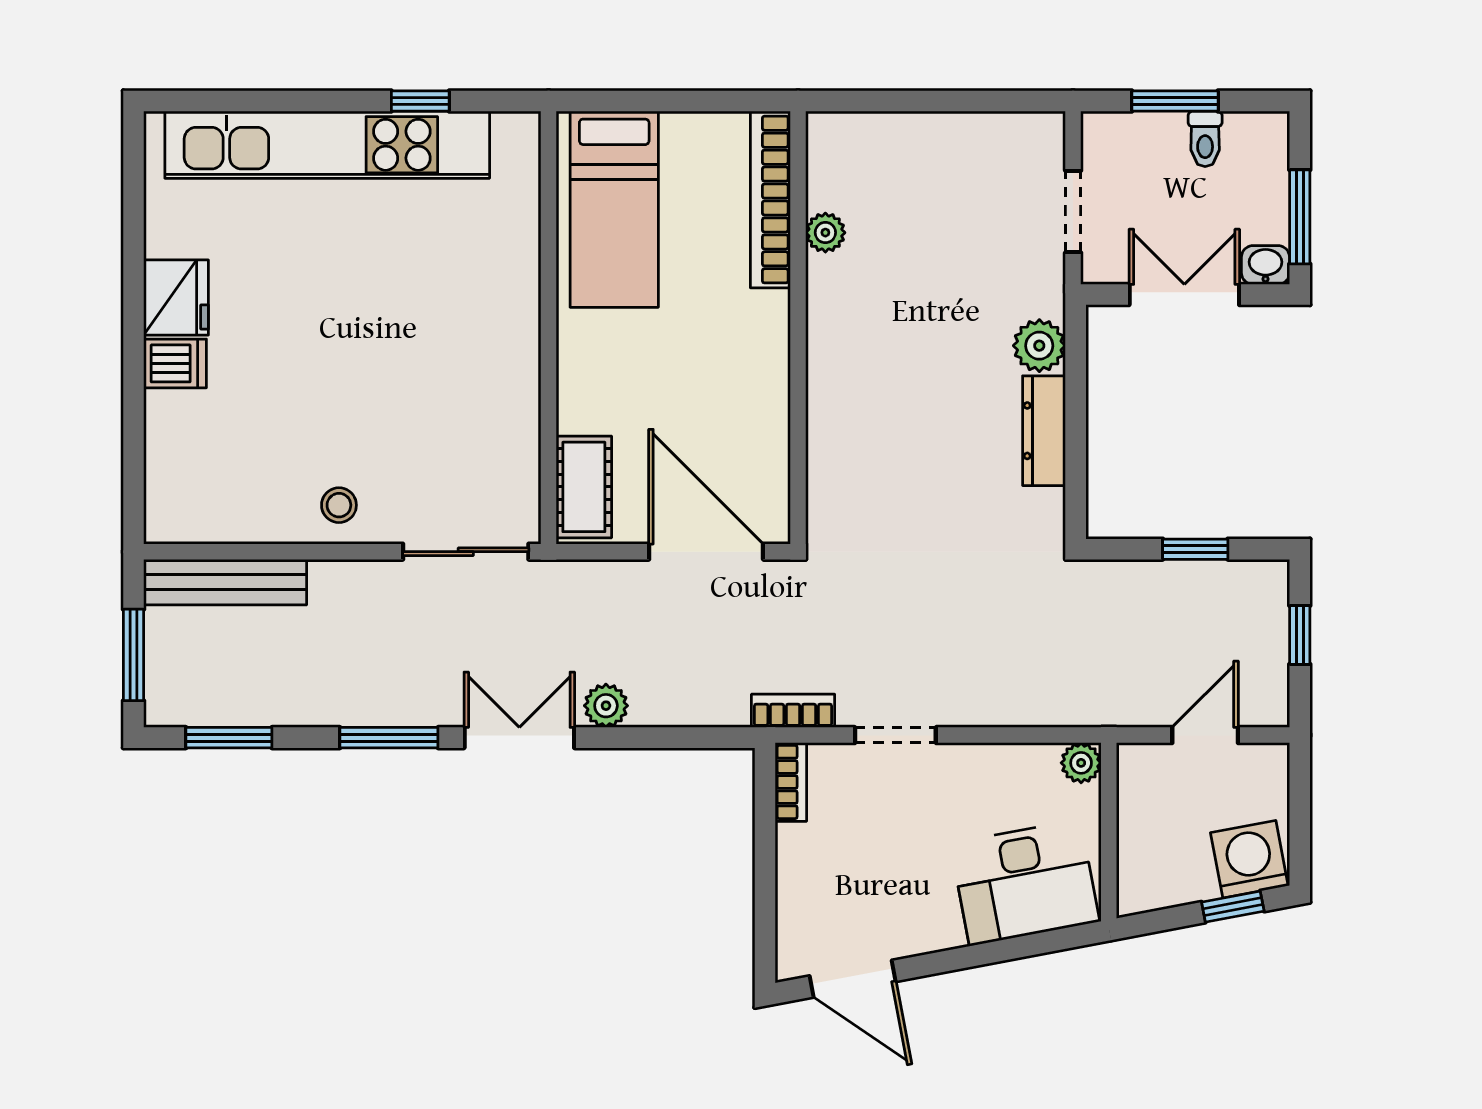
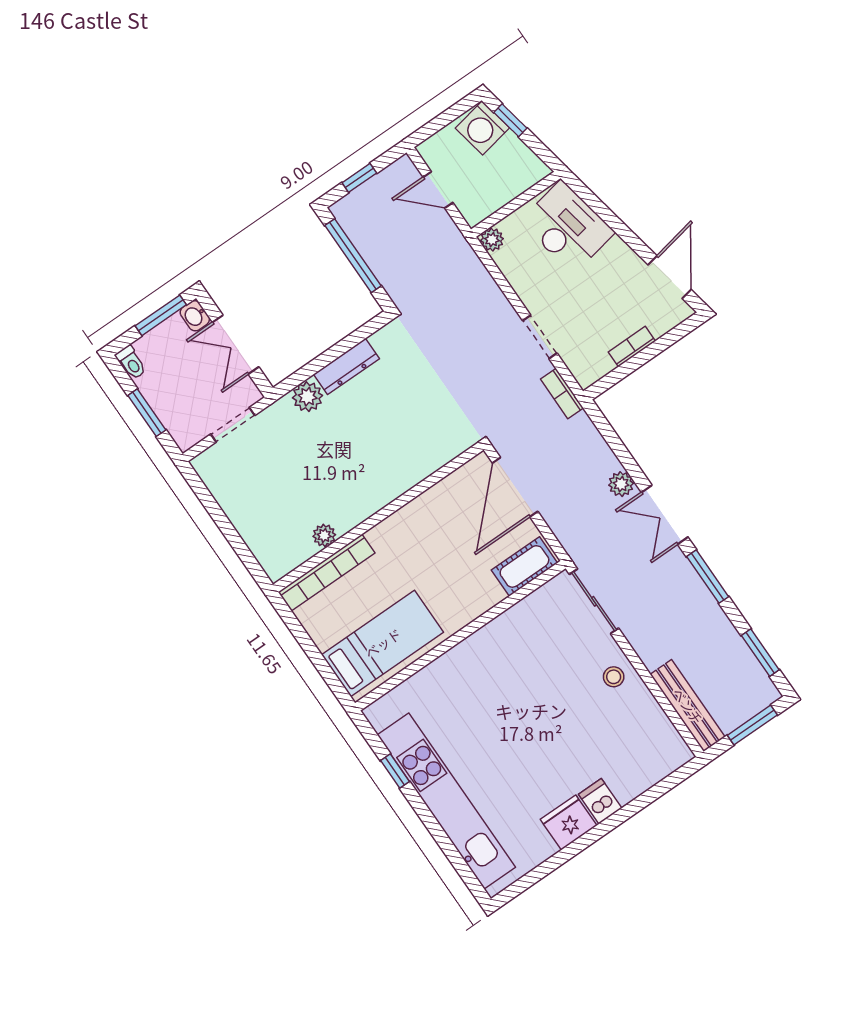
toilet: (1205, 139) -> (131, 362), moved, turned 90
window: (1195, 549) -> (353, 256), width x2.17
bookcase: (791, 782) -> (632, 347), moved

